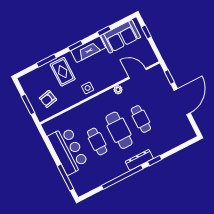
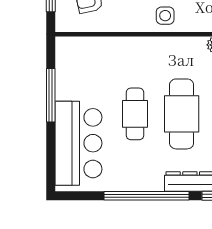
bar counter: (68, 150) -> (78, 143), moved
window: (66, 177) -> (51, 95), moved

